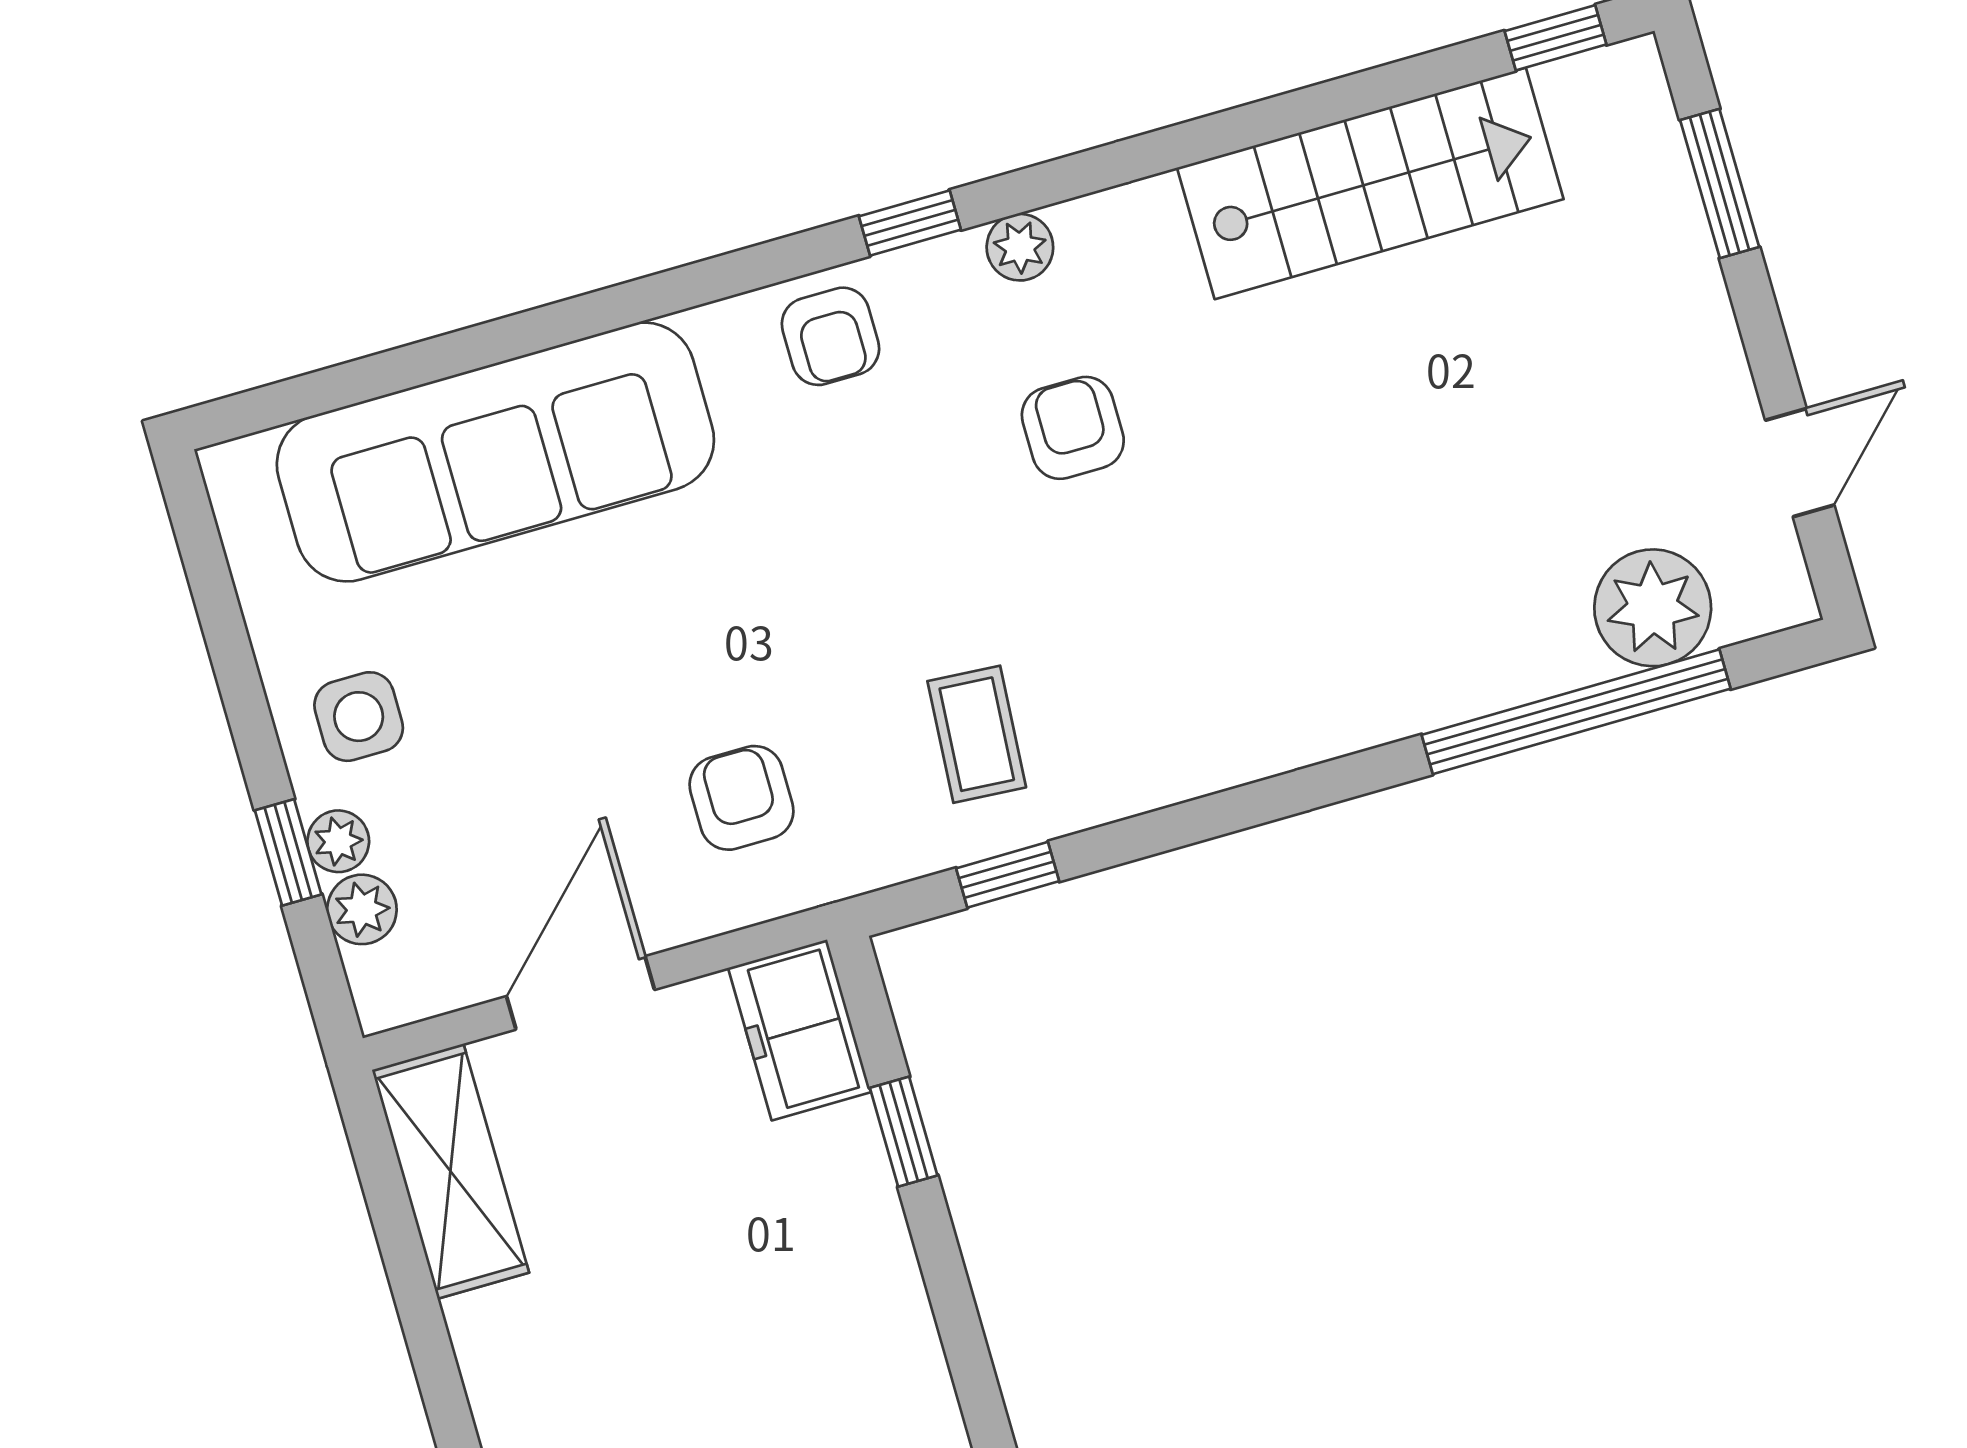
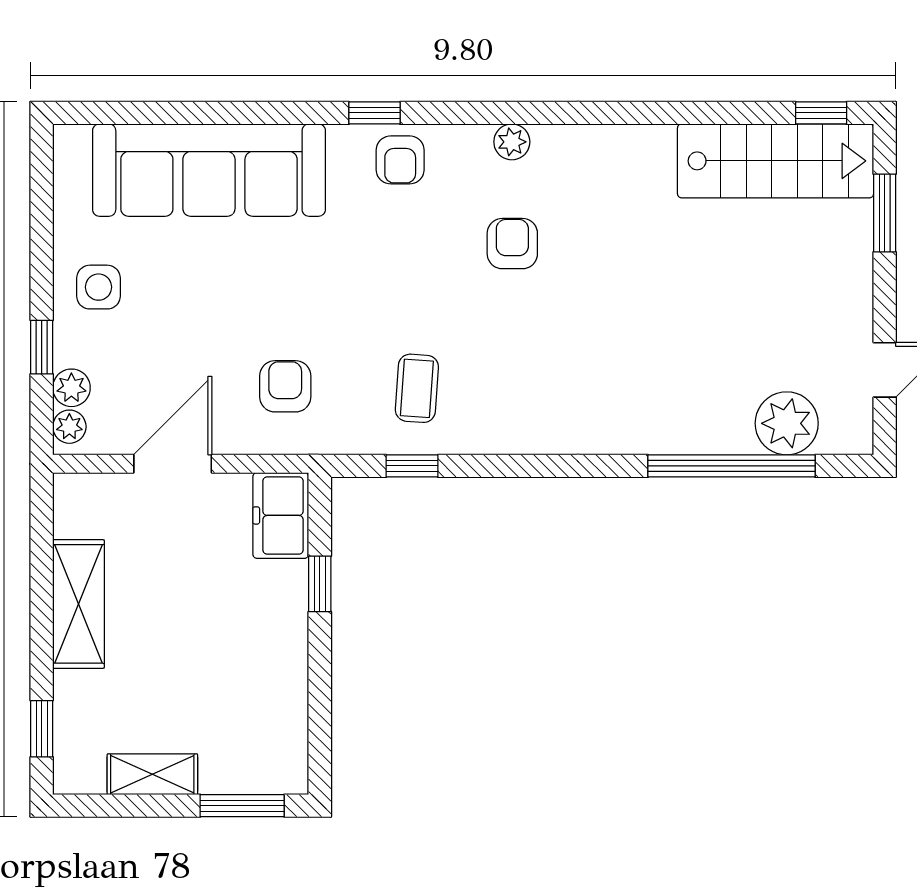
stairs: (1370, 183) -> (776, 161), moved
window: (910, 223) -> (374, 113), moved
plant: (338, 841) -> (69, 427), moved
shelving: (450, 1171) -> (78, 604), moved

